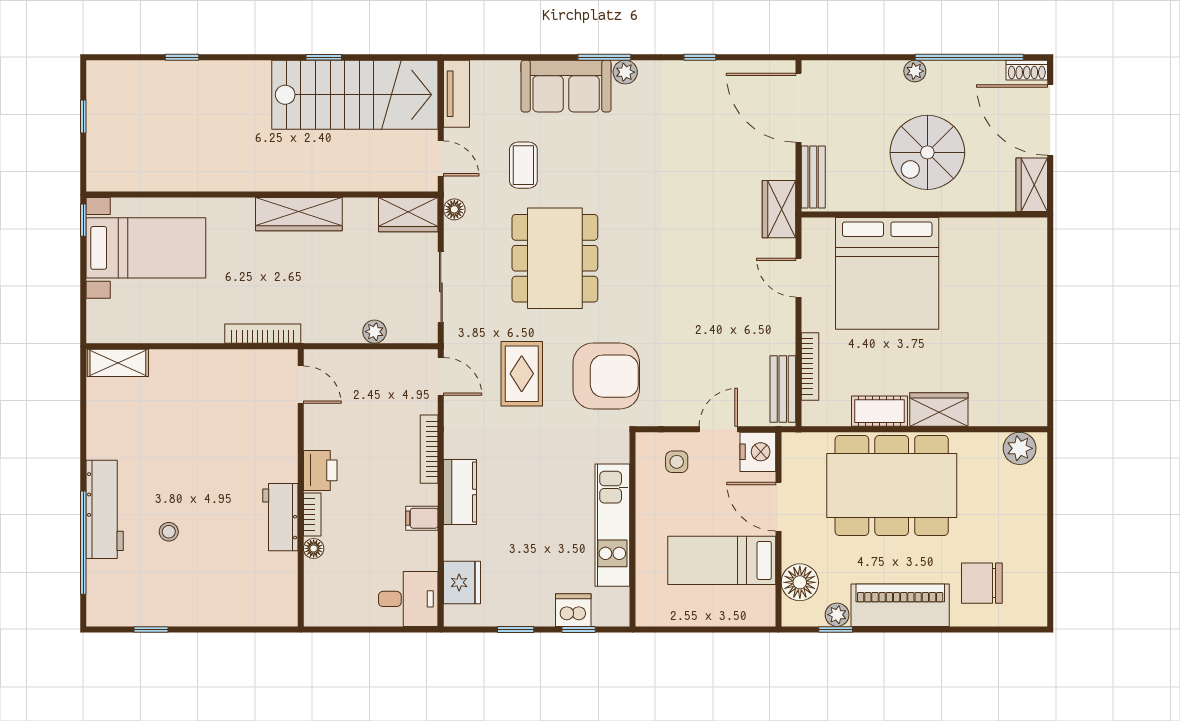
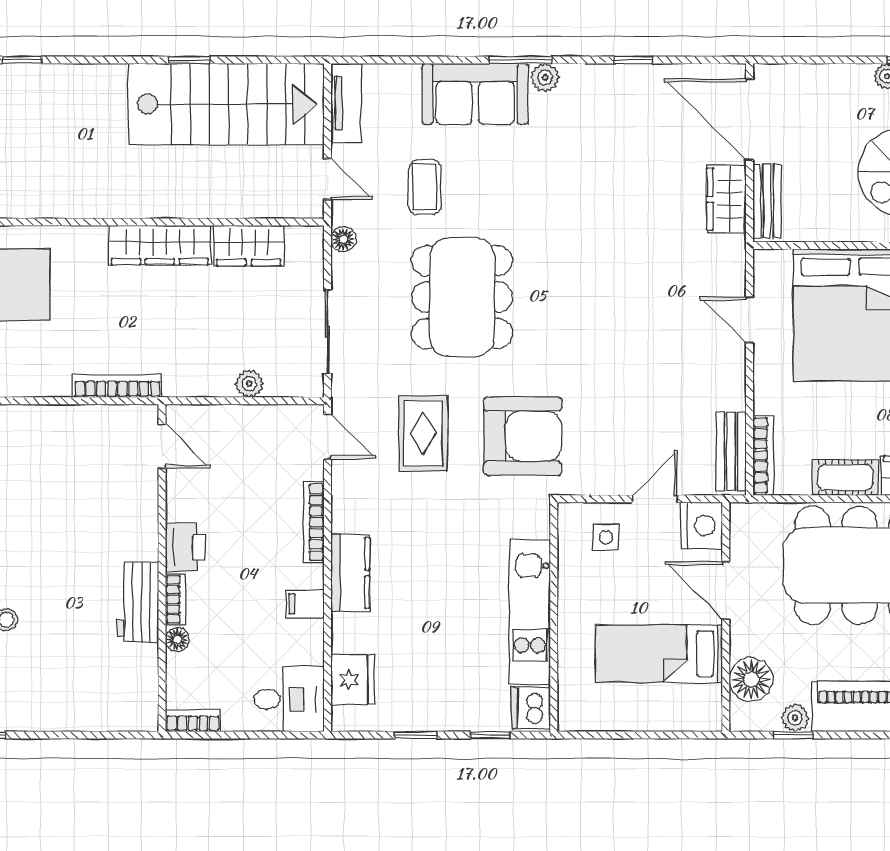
wardrobe: (779, 209) -> (726, 199), moved
wardrobe: (408, 215) -> (249, 246), moved
bookcase: (810, 366) -> (763, 455), moved
dishwasher: (573, 610) -> (531, 708), moved, turned -90
bookcase: (327, 617) -> (193, 721), added

